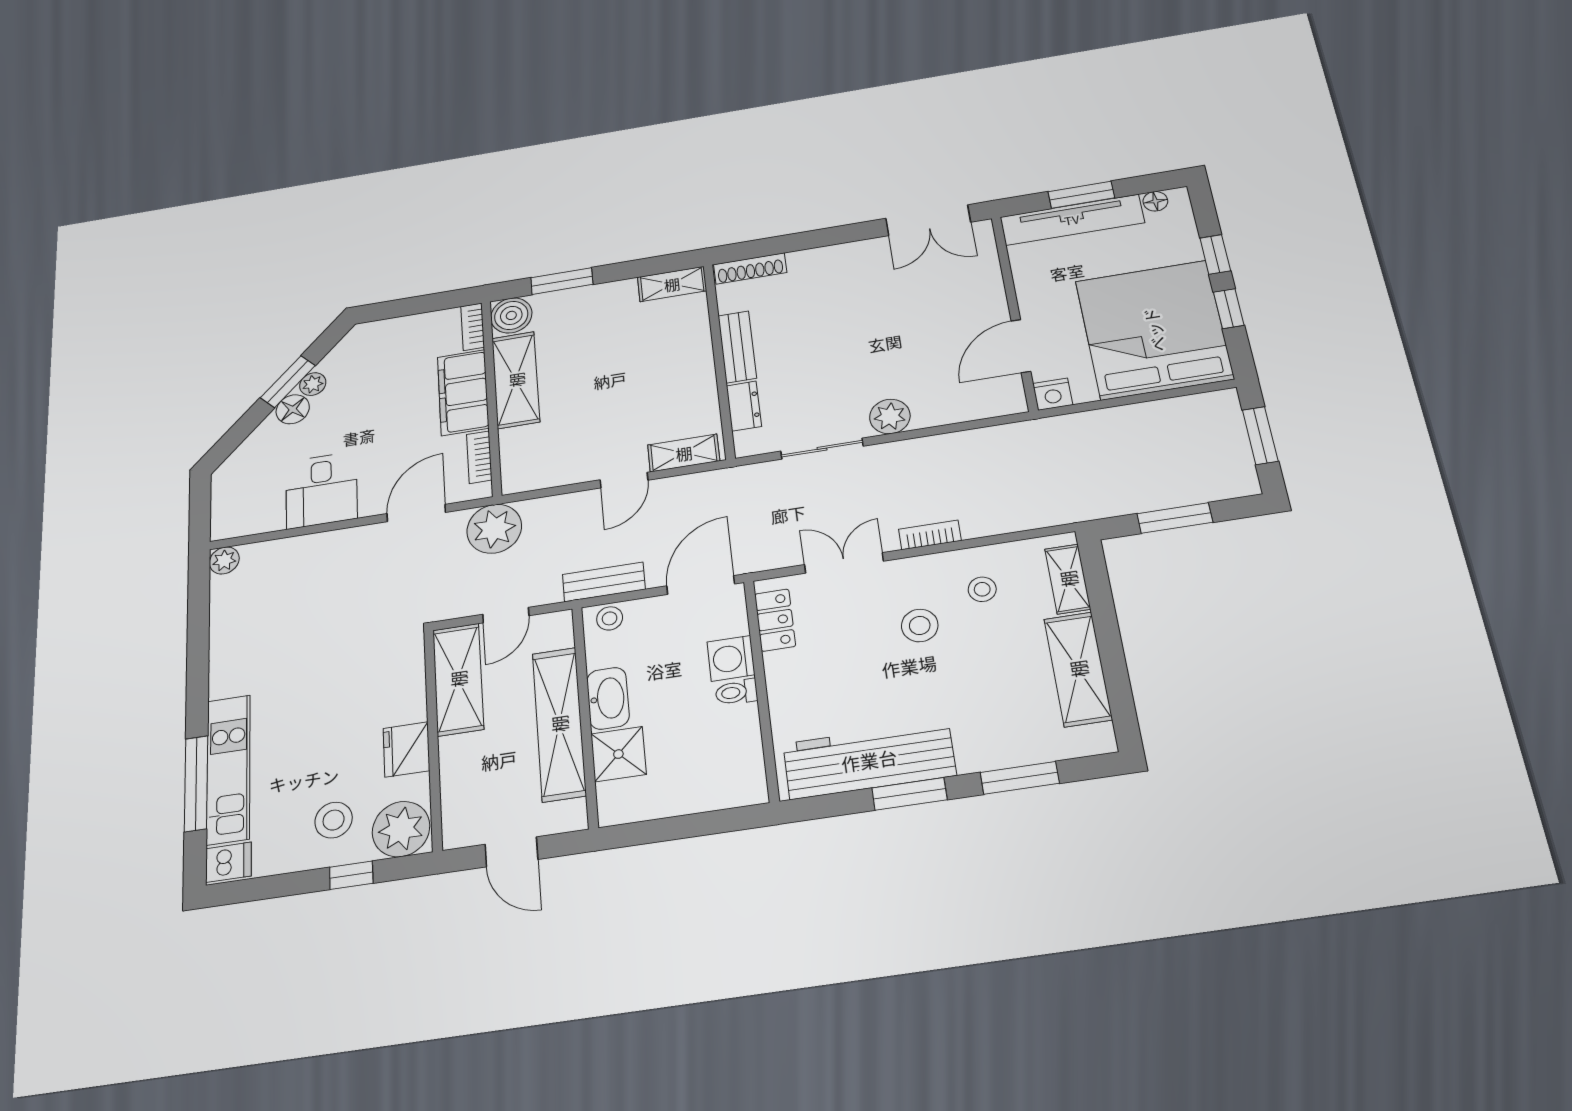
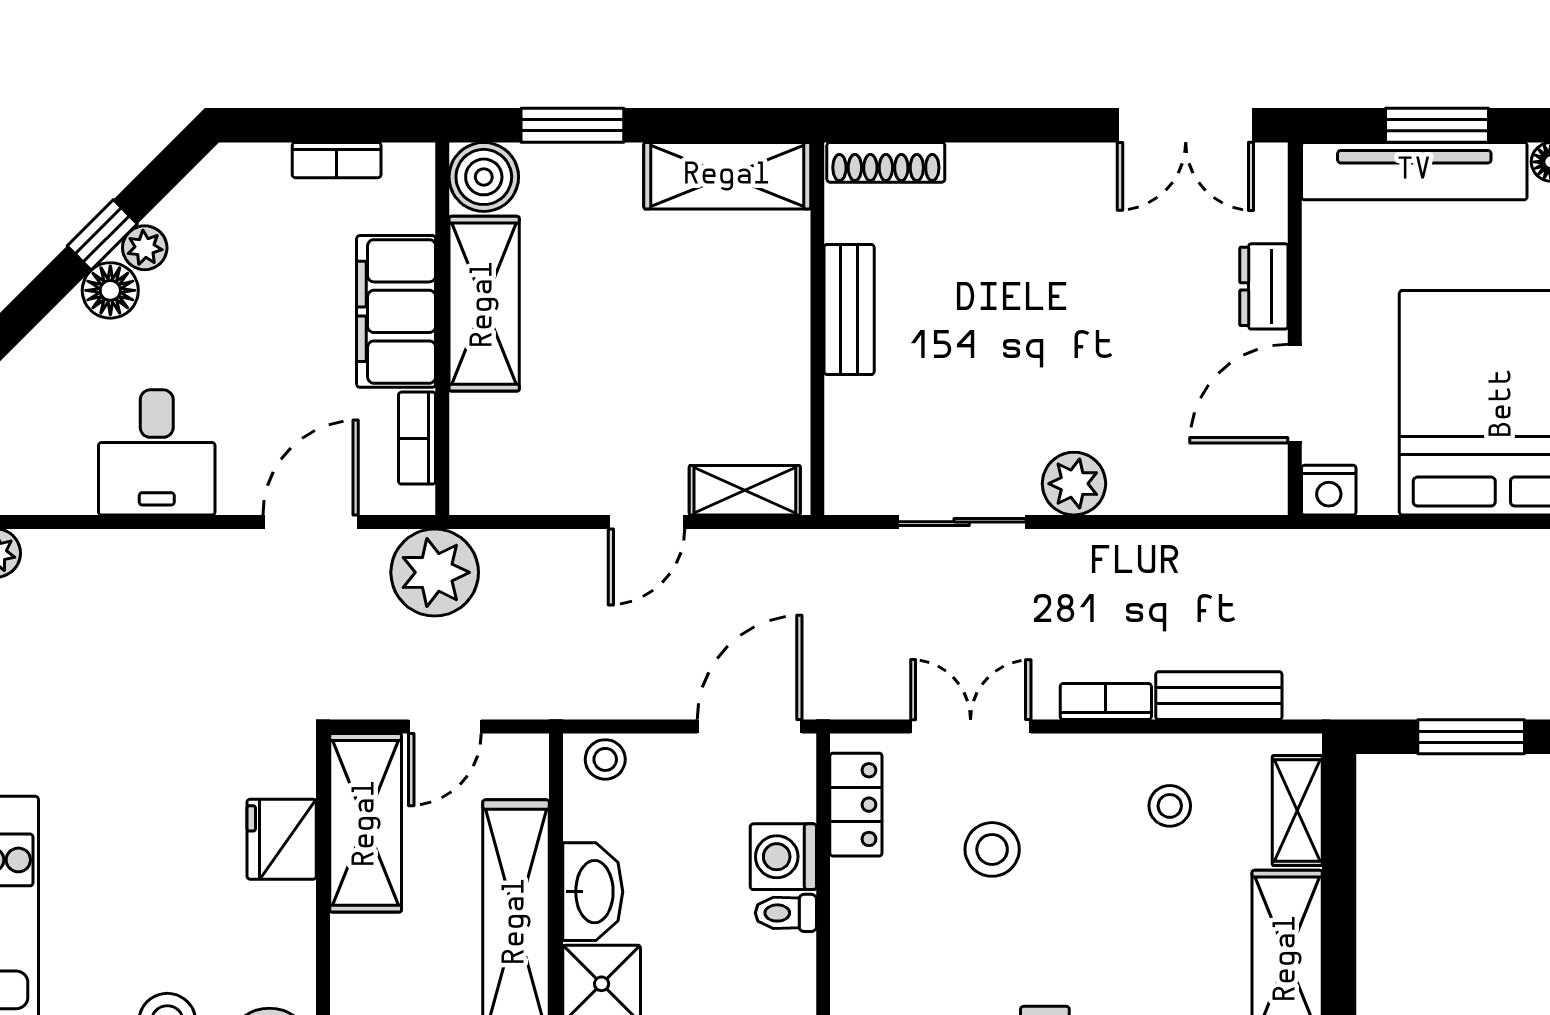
shelving: (672, 284) -> (727, 176), width x1.50, depth x1.33
bookcase: (473, 327) -> (337, 160), moved, turned -90
window: (288, 382) -> (102, 235), width x0.67
dresser: (744, 406) -> (1264, 286), moved, turned 180
bench: (604, 582) -> (1219, 696), moved
stool: (920, 625) -> (992, 849), moved
fridge: (406, 749) -> (282, 839), moved

